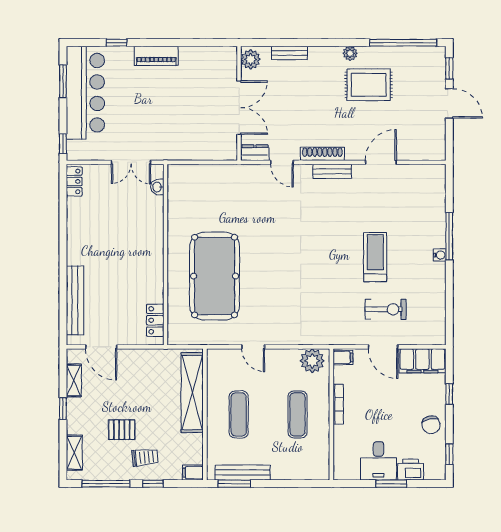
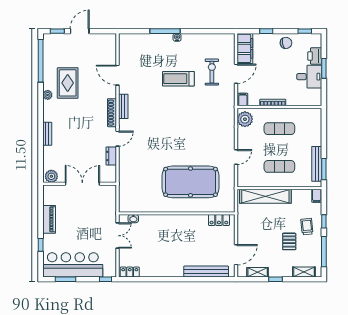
plant: (251, 59) -> (51, 176), moved
wall: (239, 103) -> (80, 184), moved
double door: (239, 108) -> (82, 184), moved

